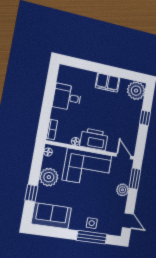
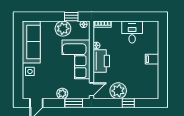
filing cabinet: (108, 83) -> (152, 59), width x0.50
plant: (136, 91) -> (118, 91), moved
window: (31, 193) -> (71, 17), moved
sofa: (51, 216) -> (31, 42), width x1.36
window: (92, 237) -> (18, 74), removed

